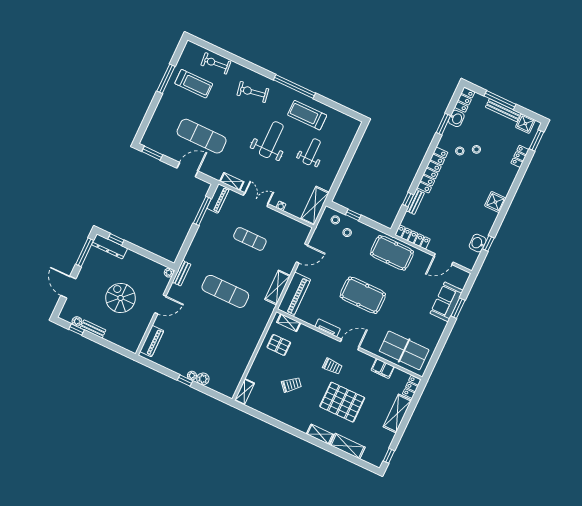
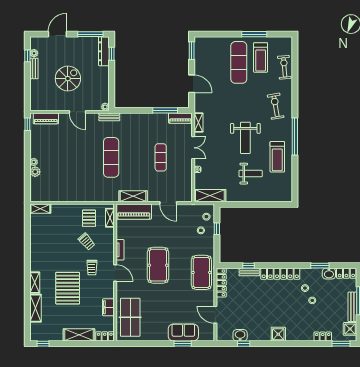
treadmill: (307, 115) -> (277, 157), turned 180
exercise mat: (202, 136) -> (239, 62), moved
weight bench: (271, 140) -> (245, 138), turned 90
window: (185, 380) -> (27, 124), moved
trolley: (291, 385) -> (87, 242), moved

